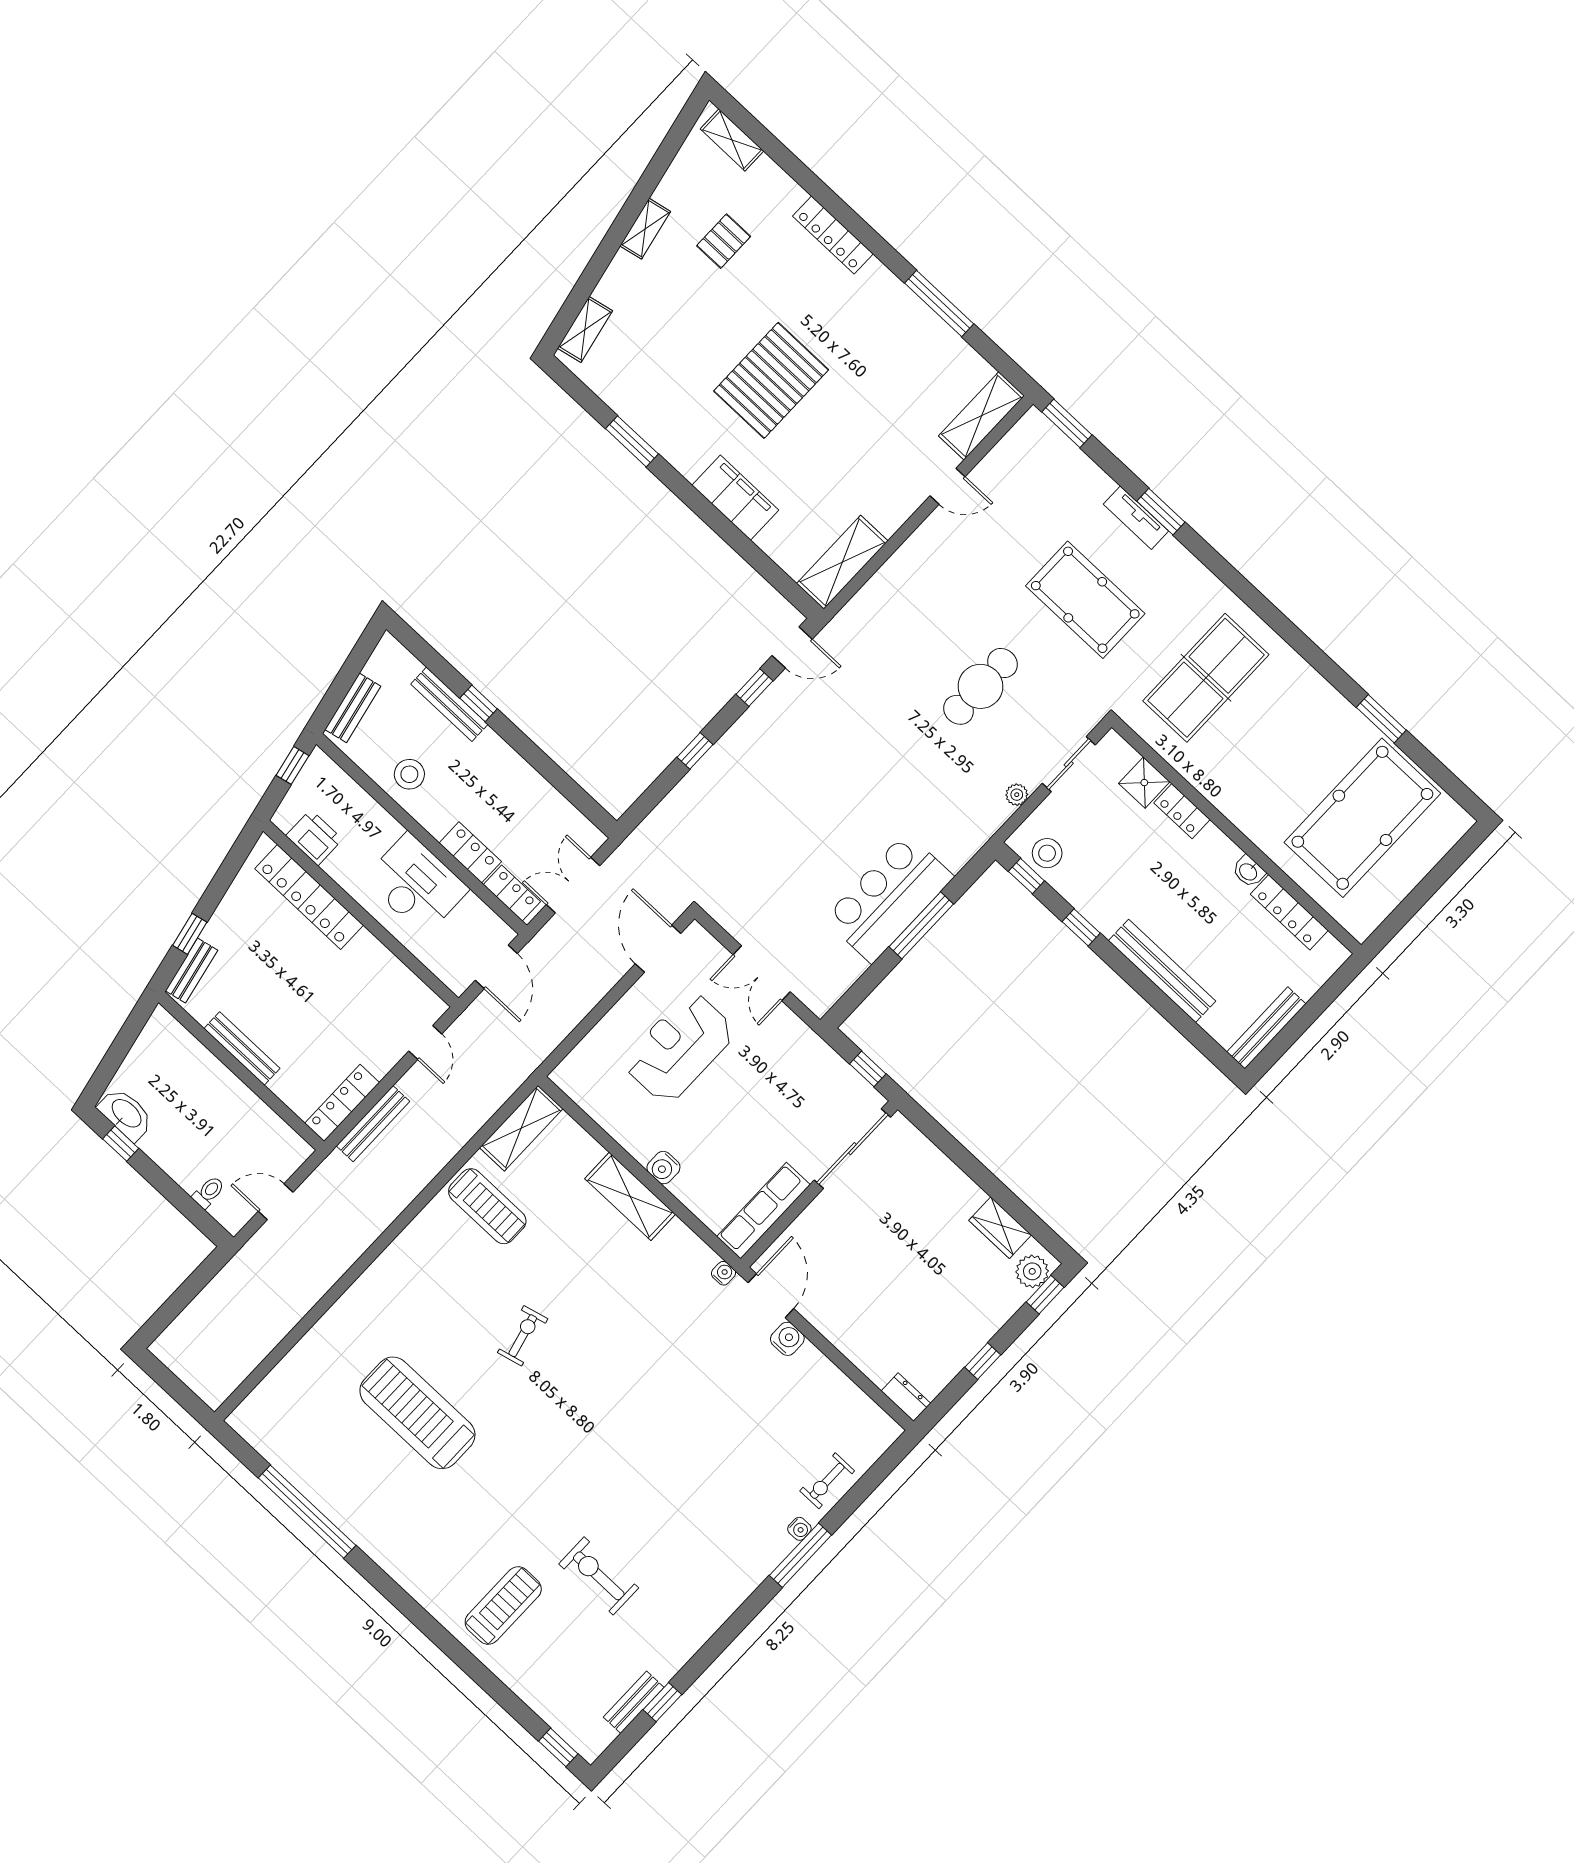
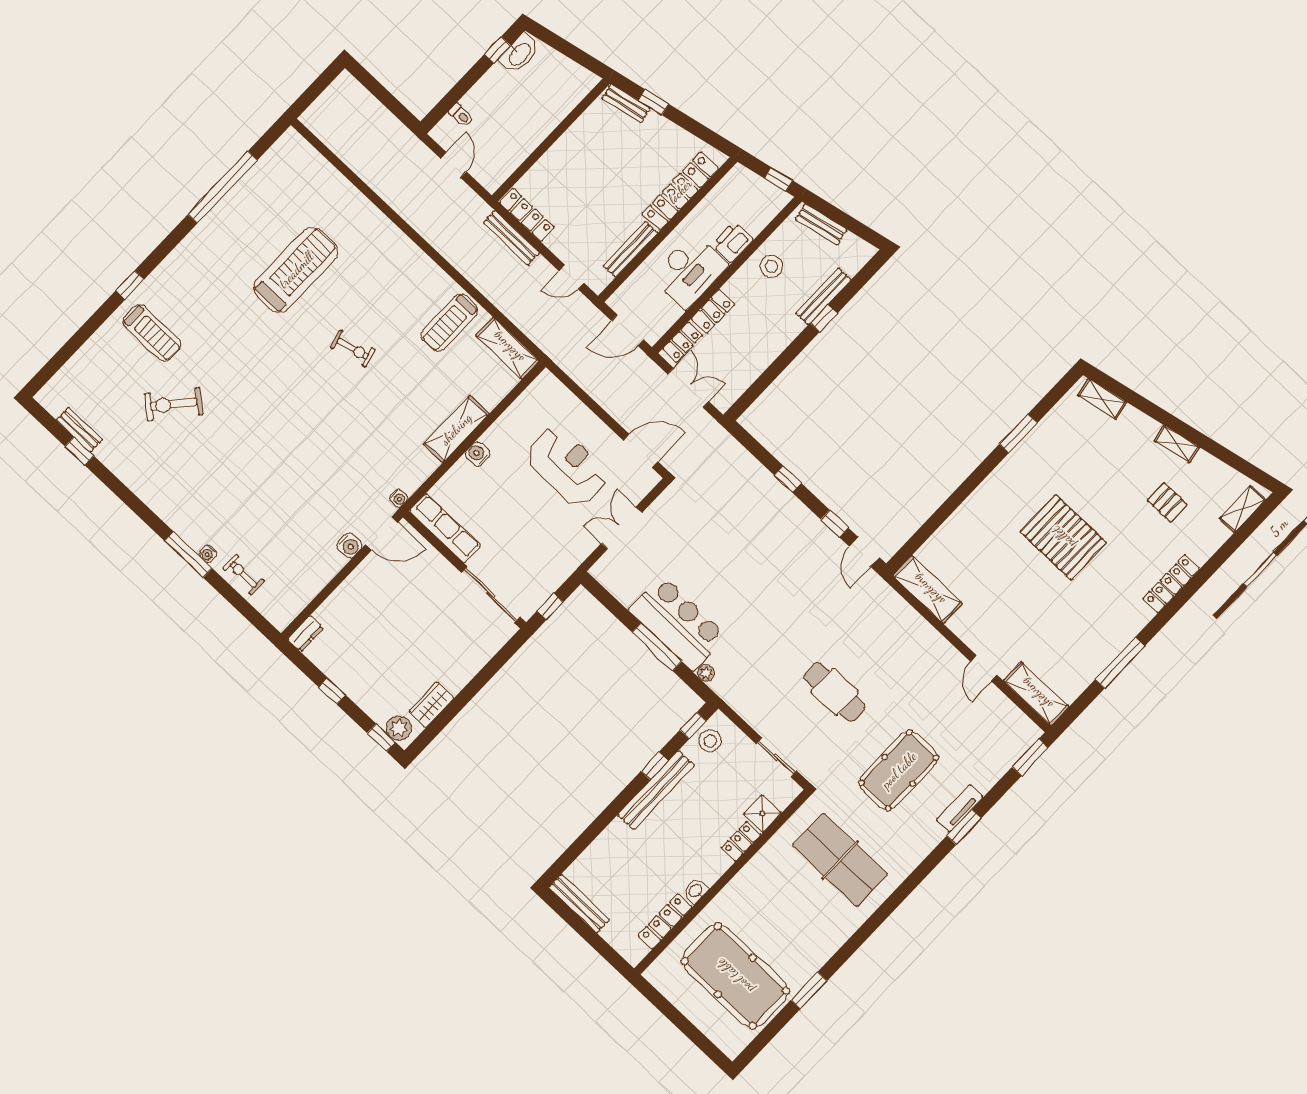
filing cabinet: (735, 498) -> (976, 510), removed
plant: (1017, 795) -> (706, 673), moved
printer: (314, 838) -> (733, 242), moved, turned 180
bench: (1162, 971) -> (656, 790), moved
bench: (242, 1048) -> (630, 249), moved
exercise bike: (599, 1576) -> (174, 404), turned -140
window: (558, 1747) -> (130, 285), moved

